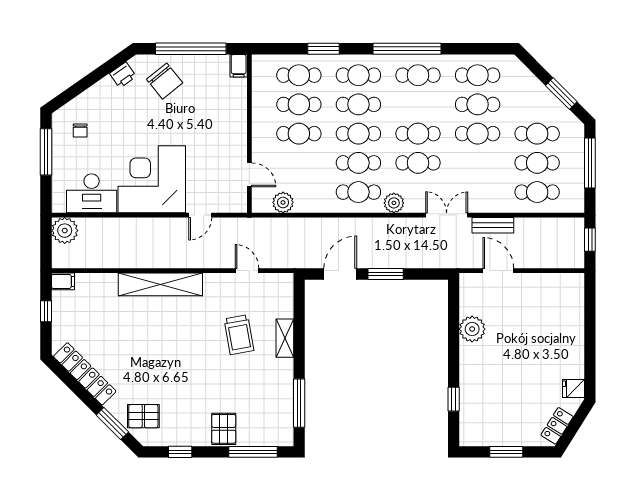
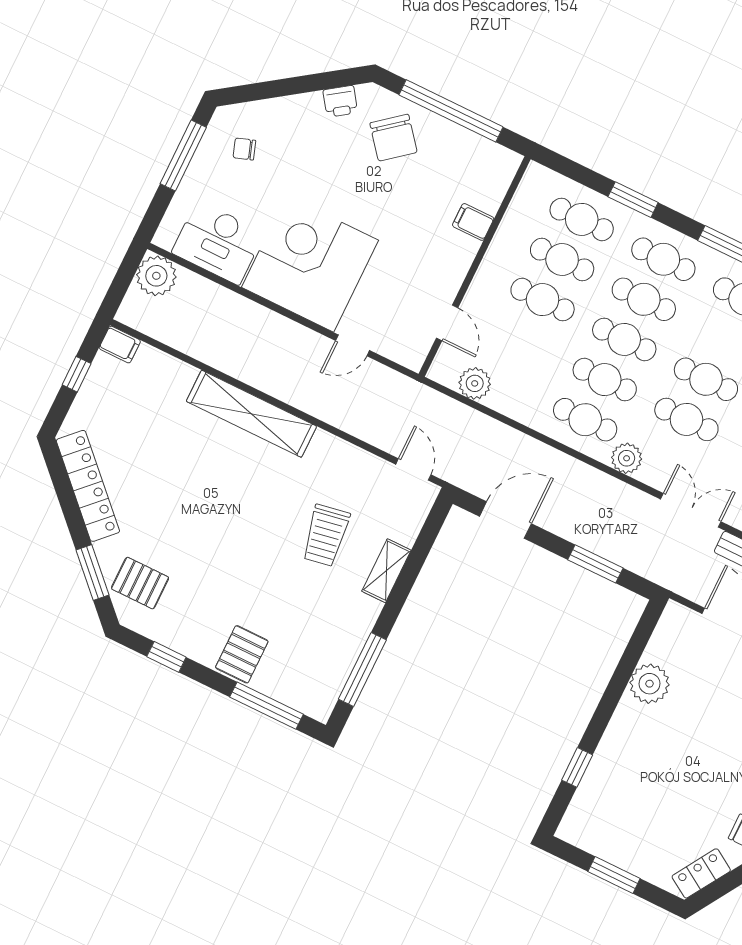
filing cabinet: (239, 66) -> (473, 222), moved, turned 90
chair: (80, 131) -> (244, 149), turned 71
door: (247, 271) -> (413, 469), moved
window: (386, 274) -> (595, 564), moved

